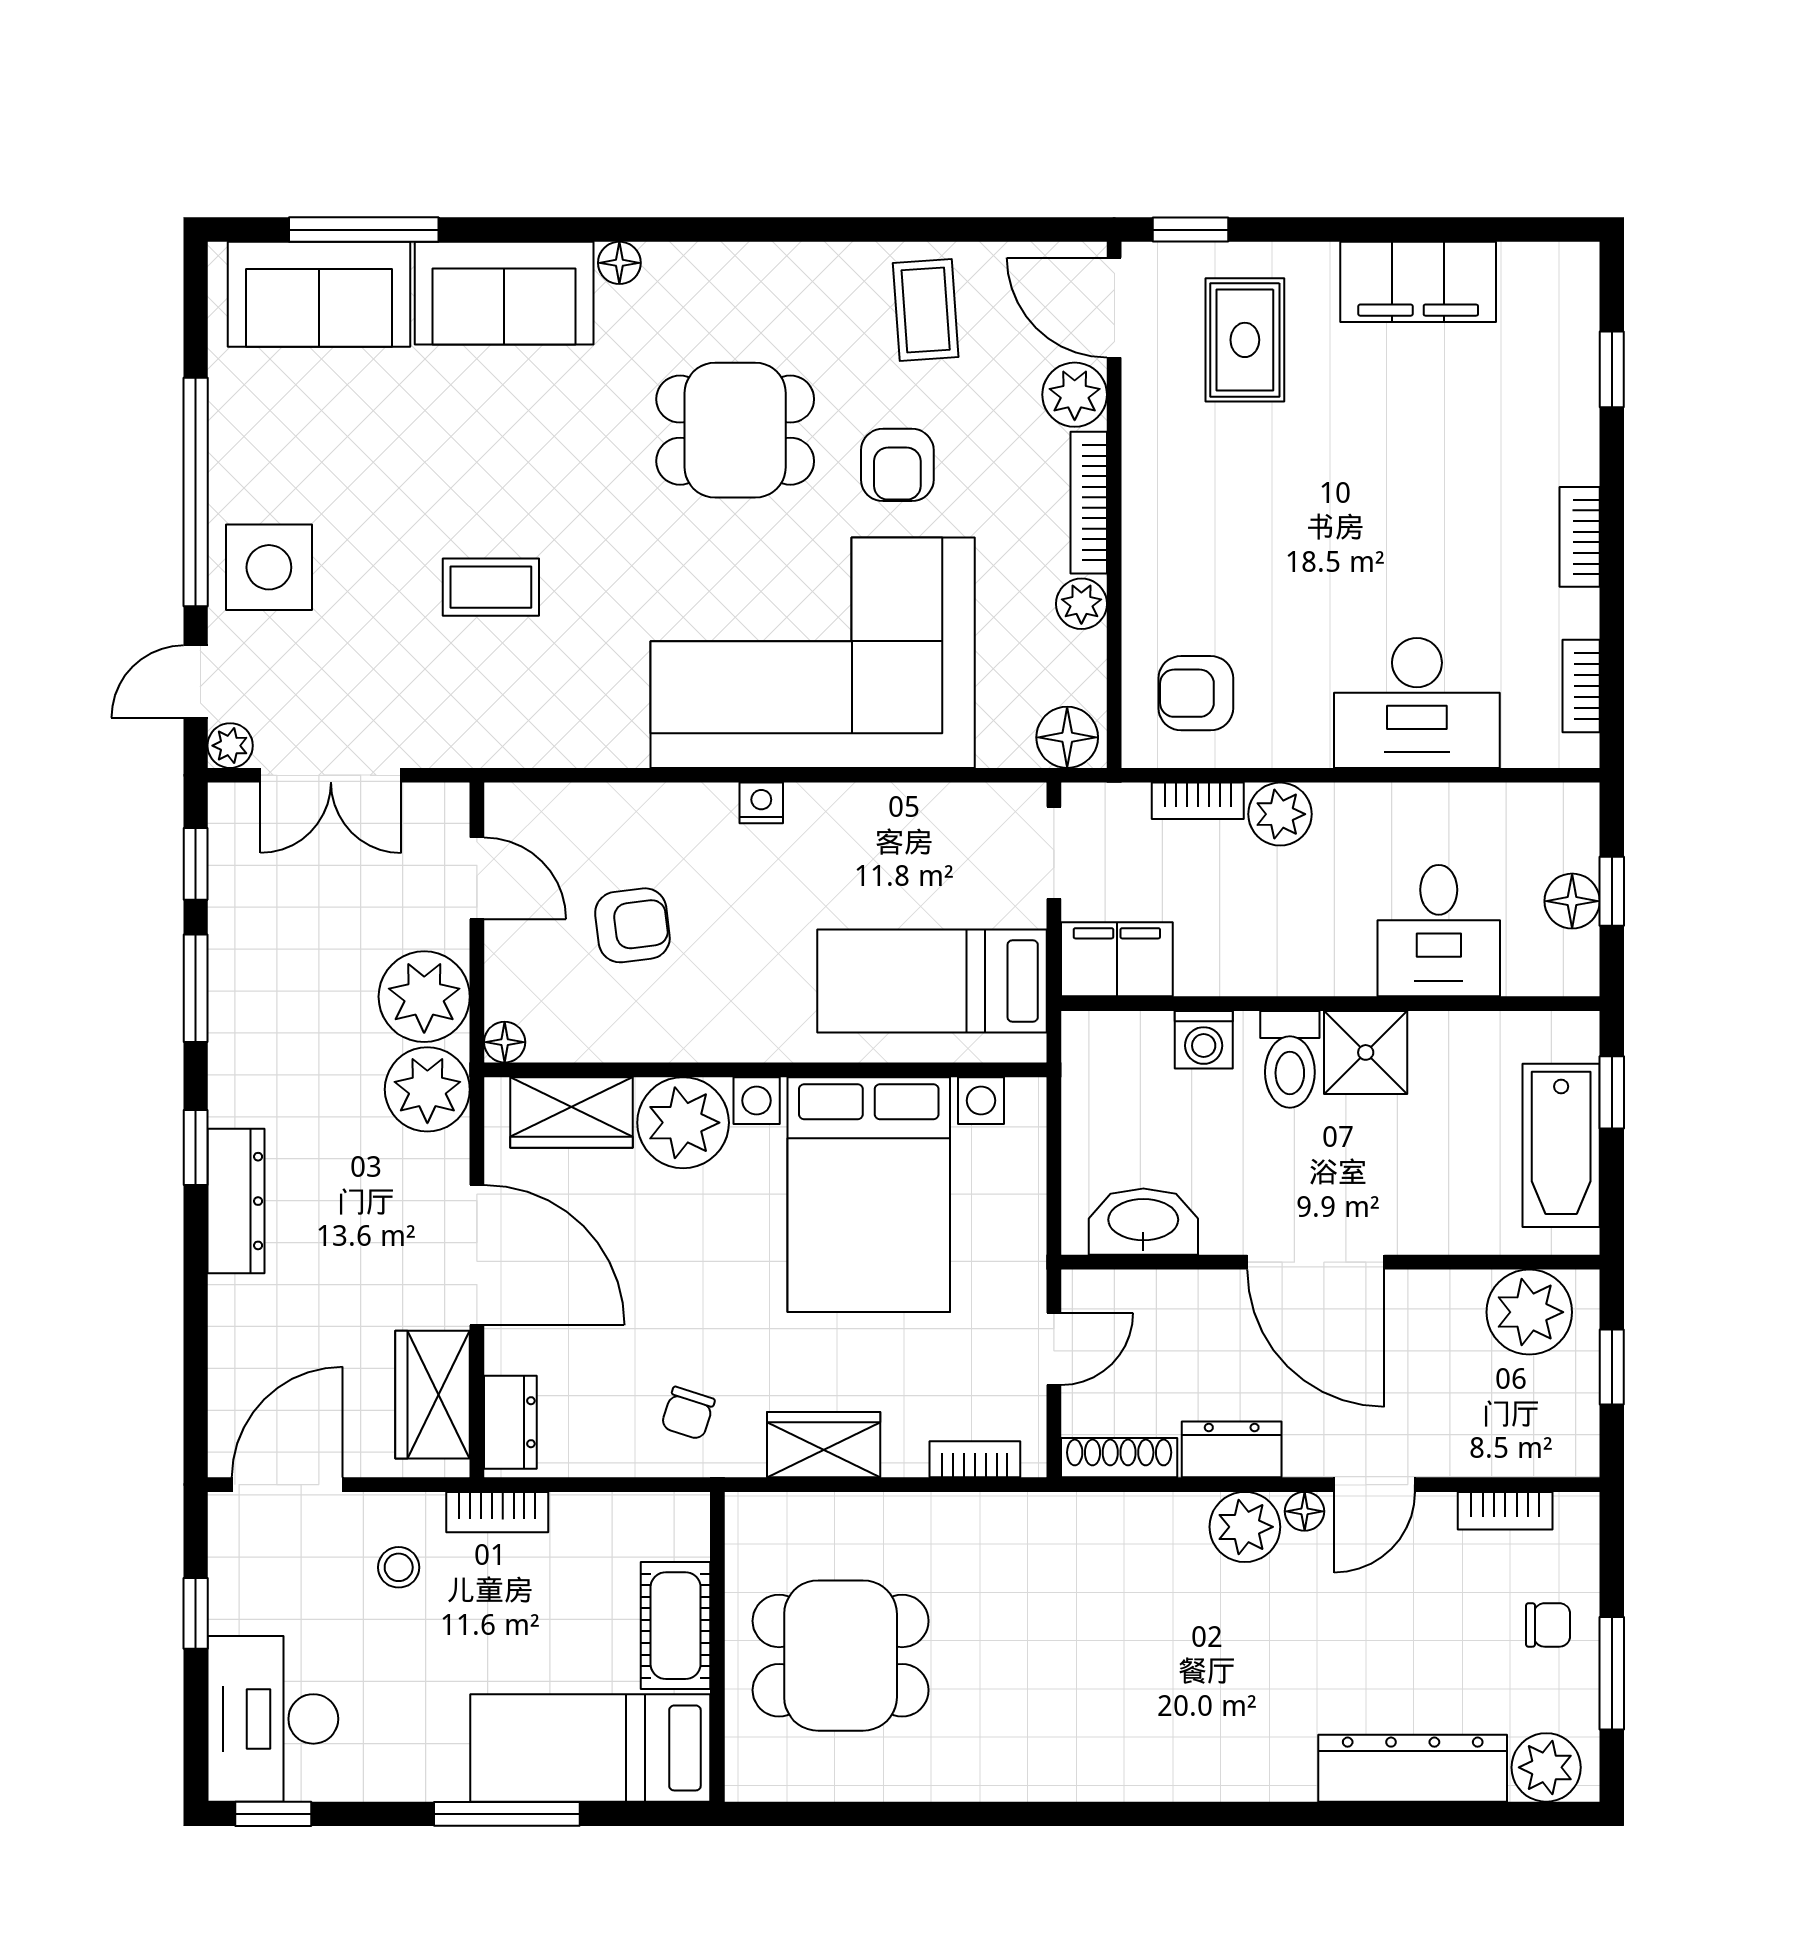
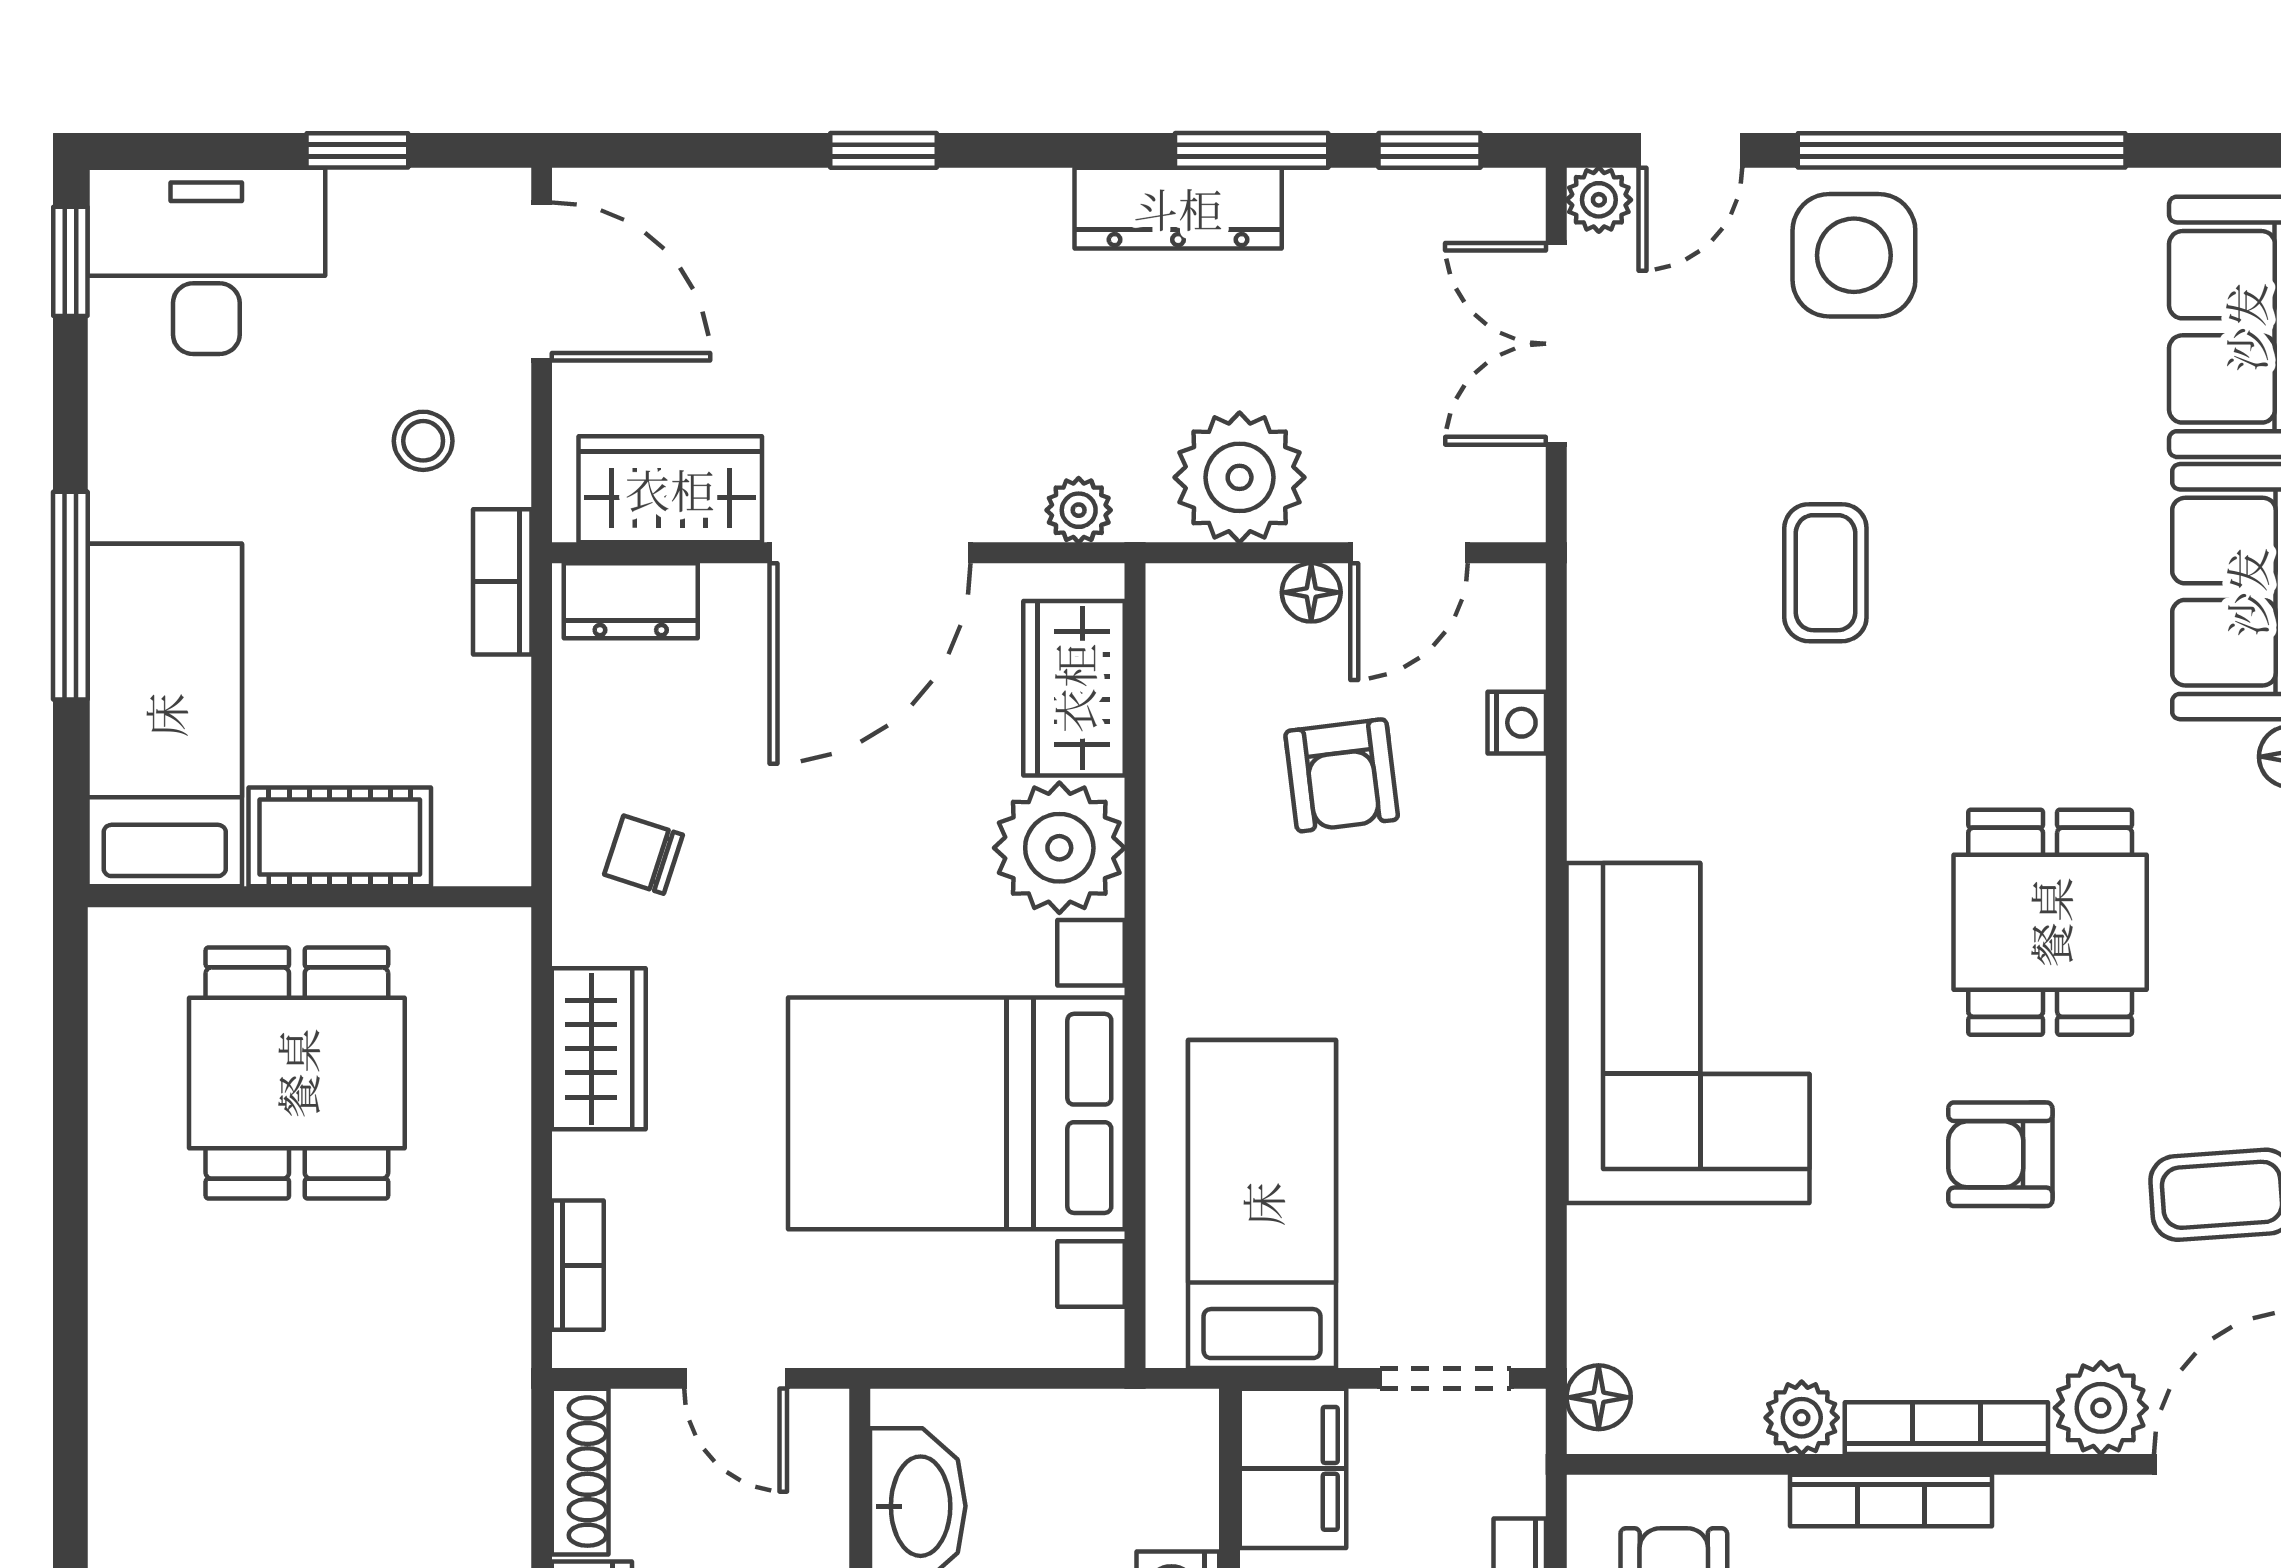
bookcase: (1139, 541) -> (1891, 1500), added
corner sofa: (813, 653) -> (1688, 1033), width x0.73, depth x0.74
door: (196, 682) -> (1690, 150), swing flipped
floor lamp: (1067, 737) -> (1599, 1397), width x0.73, depth x0.73
nightstand: (761, 803) -> (1517, 723), moved
floor lamp: (505, 1042) -> (1311, 592), moved
plant: (427, 1089) -> (1079, 510), width x0.53, depth x0.53
window: (196, 1148) -> (883, 150), moved
dresser: (236, 1201) -> (1178, 208), moved

